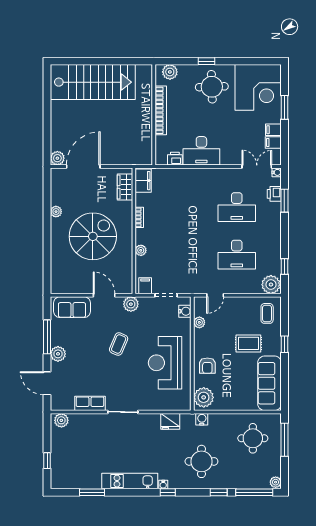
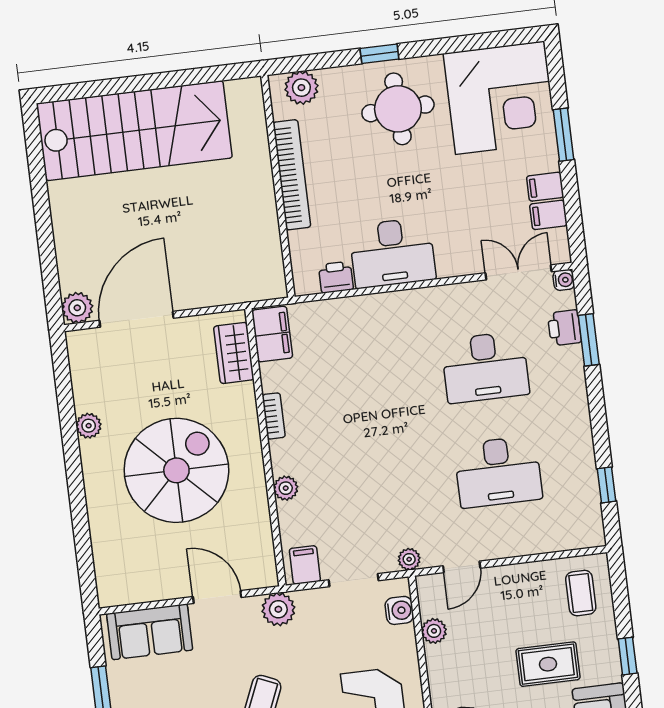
plant: (271, 285) -> (409, 559), moved, width x0.53, depth x0.53

